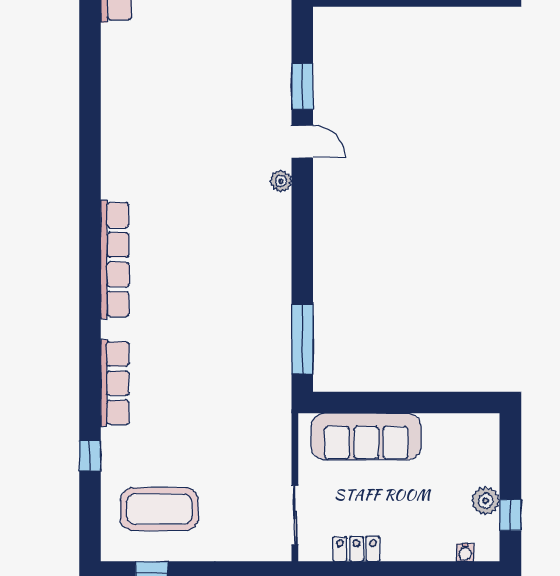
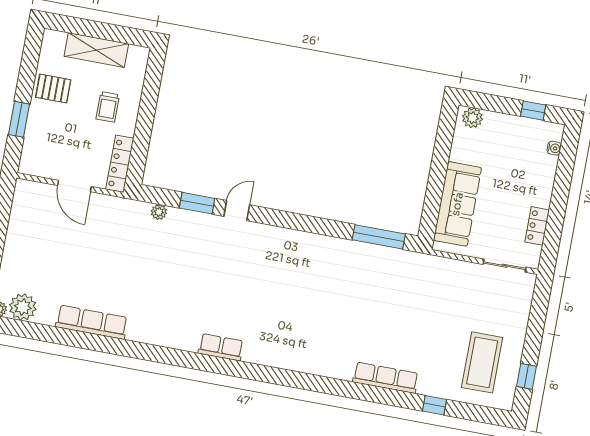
plant: (281, 181) -> (159, 212), moved
row of seats: (115, 260) -> (221, 347), moved, width x0.50
plant: (486, 501) -> (472, 118), moved

